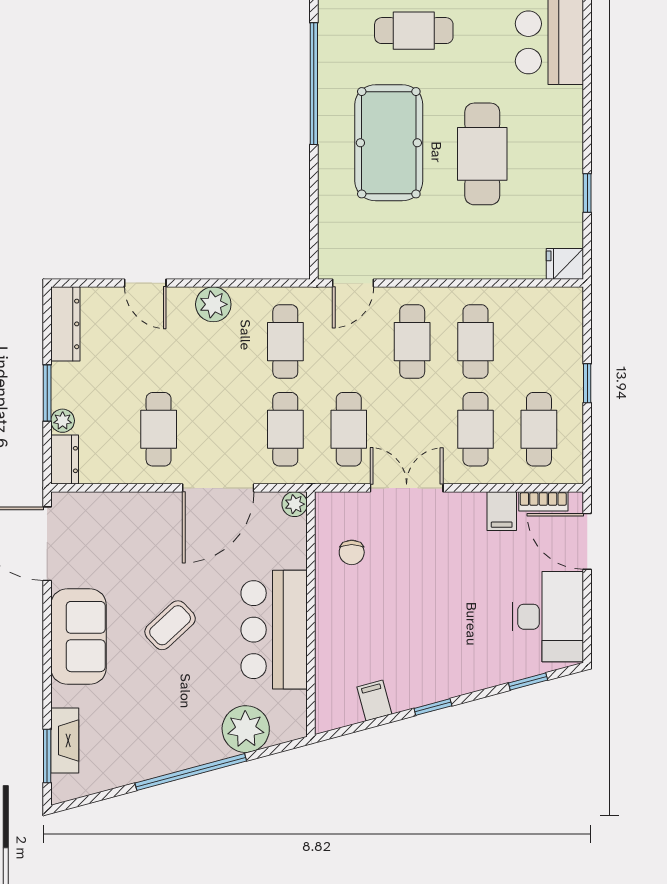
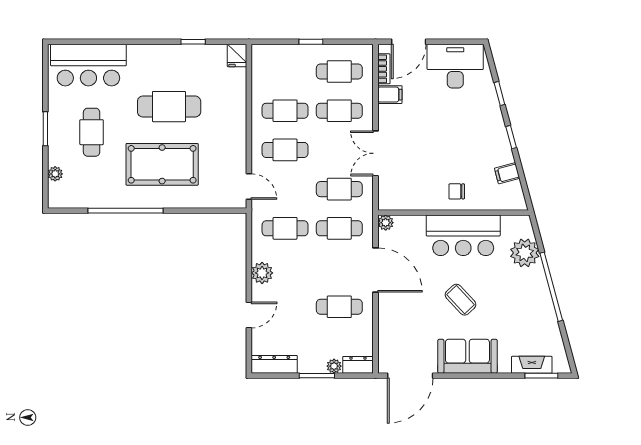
cafe table: (414, 31) -> (92, 132), moved
chair: (352, 552) -> (457, 191), moved, turned 180
window: (528, 682) -> (499, 93), moved

